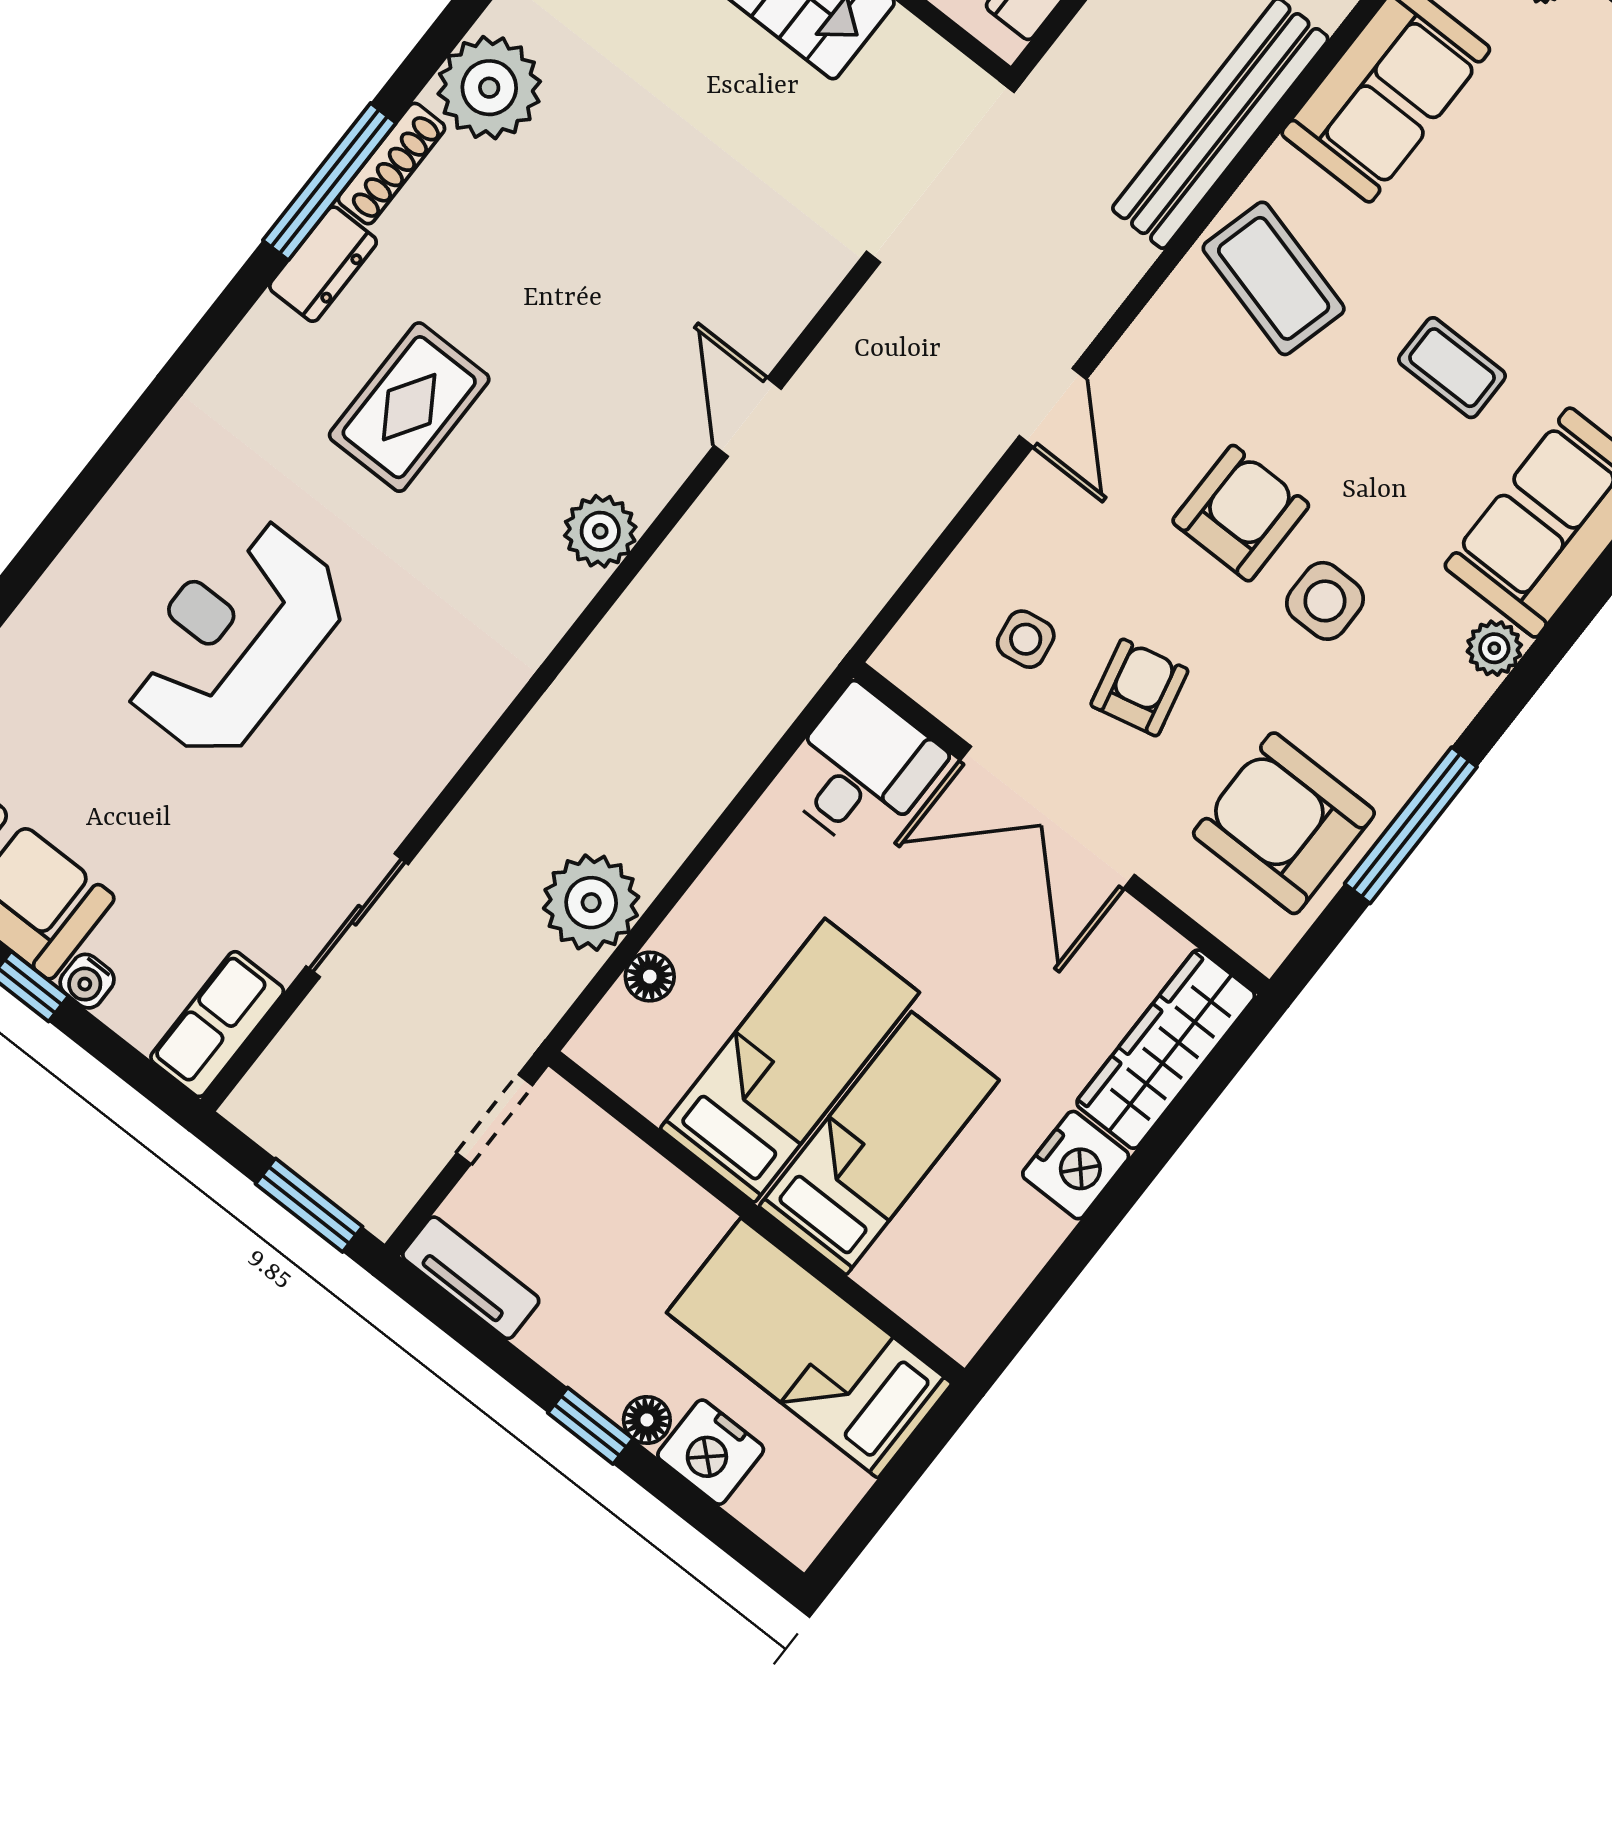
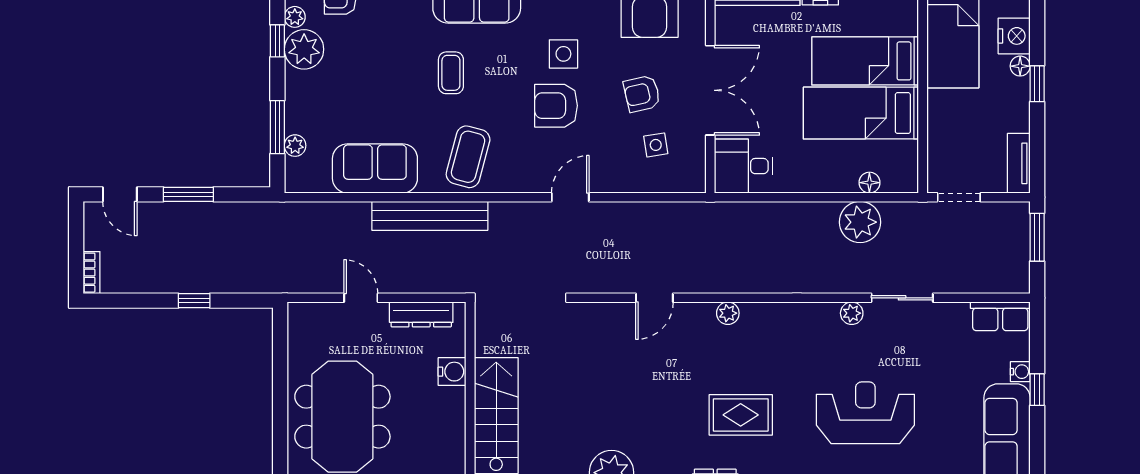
plant: (600, 531) -> (728, 313), width x0.73, depth x0.73
reception desk: (234, 638) -> (865, 413), turned 180
plant: (436, 756) -> (852, 313), added
sliding door: (357, 915) -> (902, 298), moved

